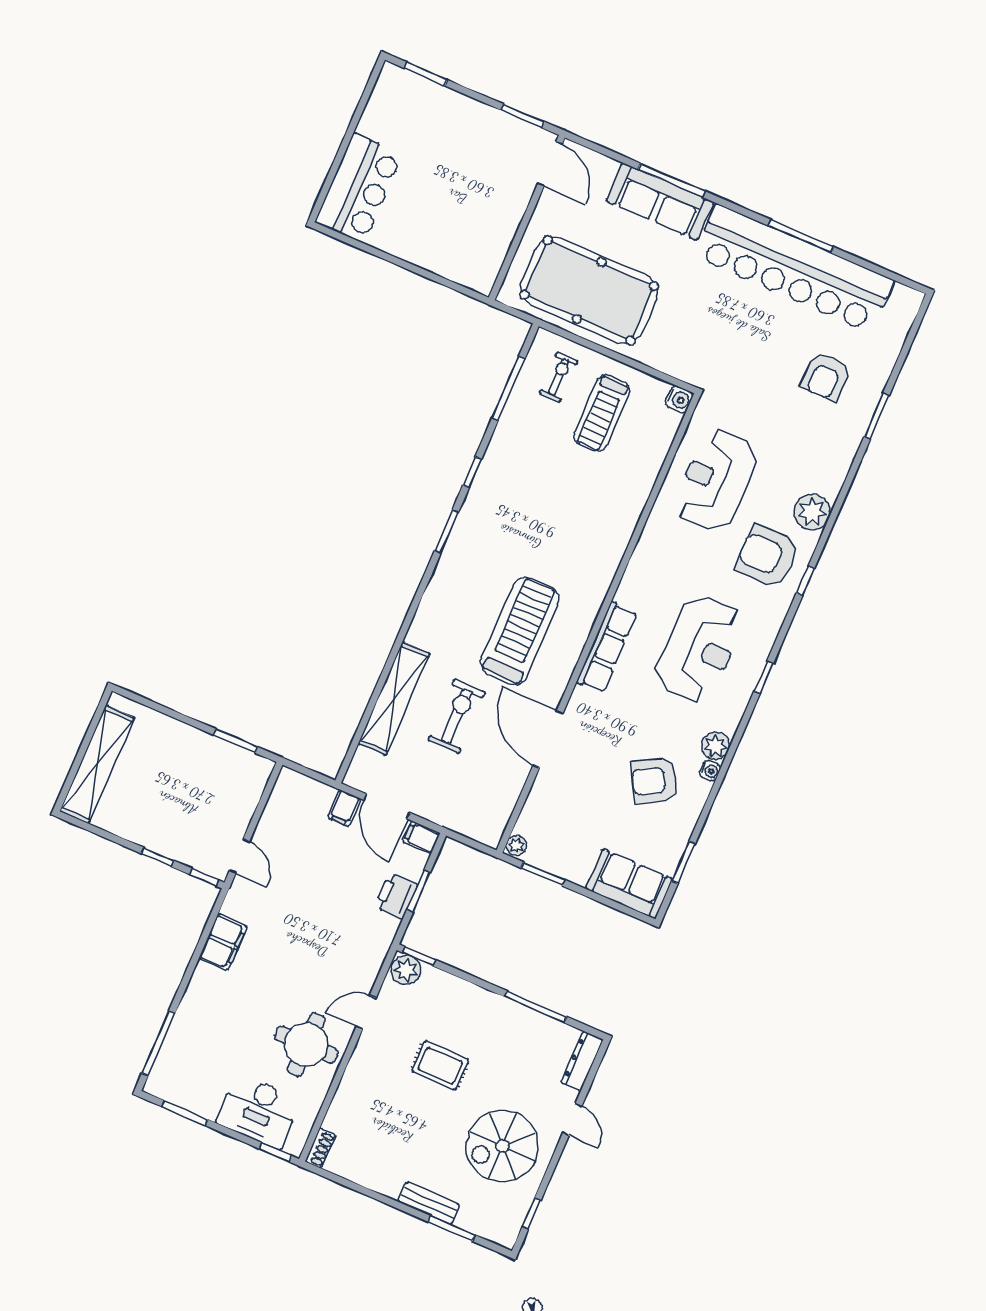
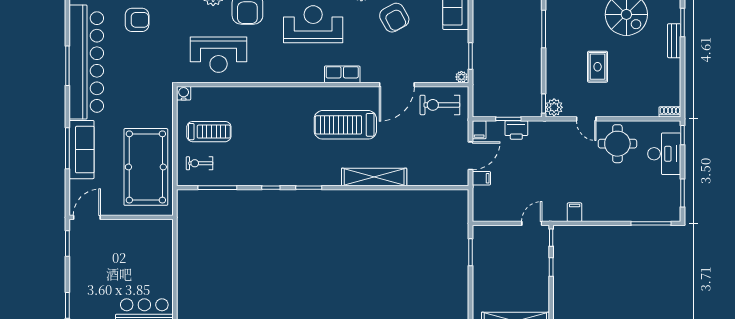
row of seats: (607, 647) -> (342, 74), width x0.68
shelving: (394, 699) -> (374, 177), moved
exercise bike: (457, 716) -> (440, 105), moved
filing cabinet: (223, 942) -> (575, 212), width x0.50

